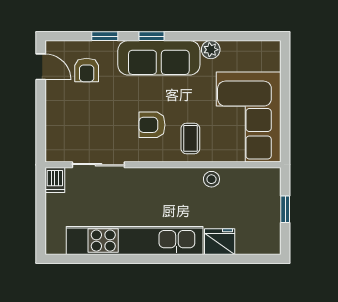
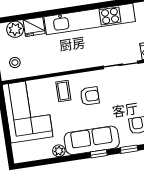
stool: (211, 179) -> (15, 62), moved
plant: (249, 242) -> (15, 29), added

